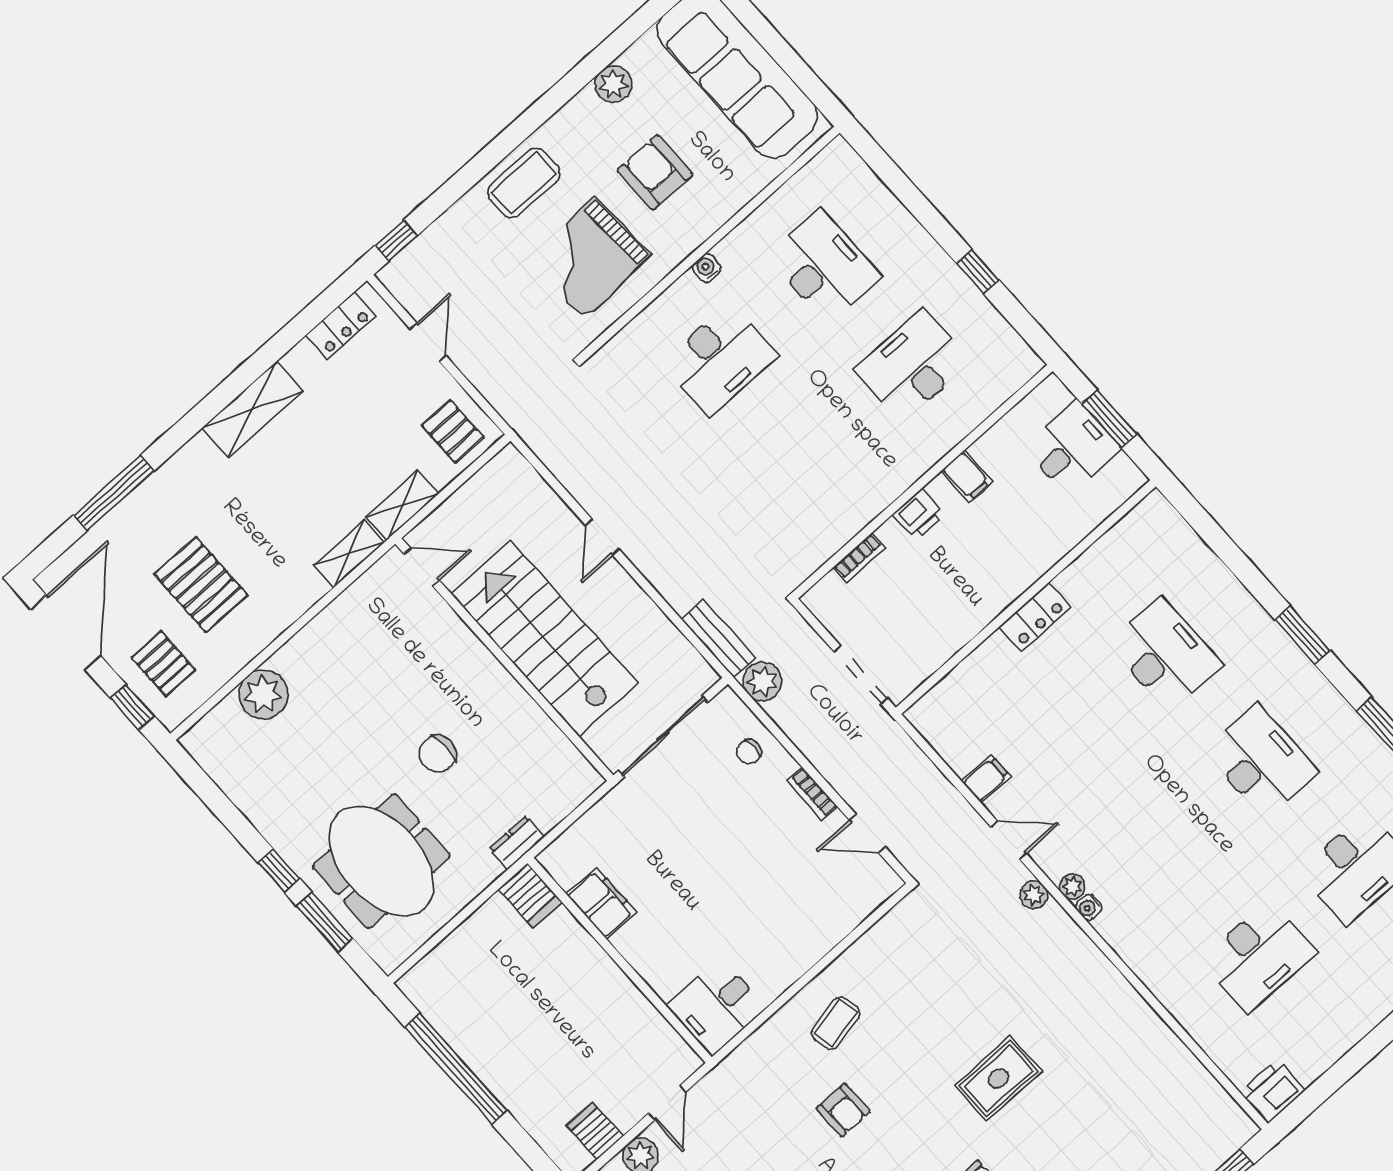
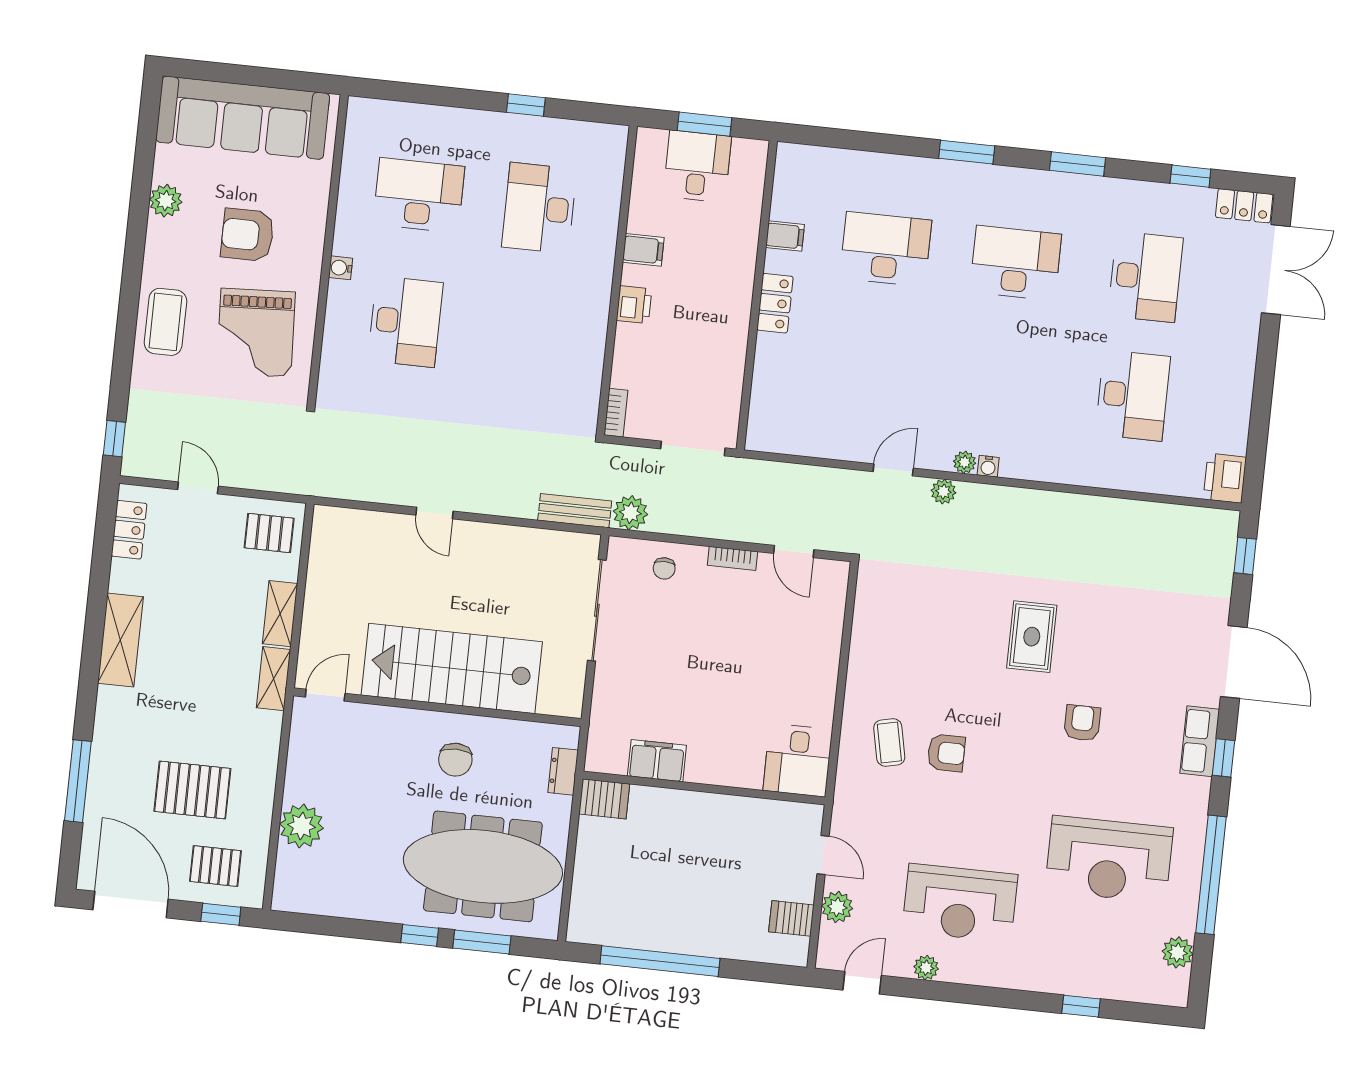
bookcase: (859, 558) -> (616, 413), moved
door: (422, 567) -> (325, 695), moved
stairs: (545, 639) -> (452, 668), moved
wall: (504, 660) -> (437, 707), moved
filing cabinet: (986, 779) -> (785, 236), moved, turned 90
door: (867, 833) -> (794, 551), hinge flipped
meeting table: (381, 861) -> (483, 866), width x1.36
coffee table: (836, 1023) -> (889, 743), moved

